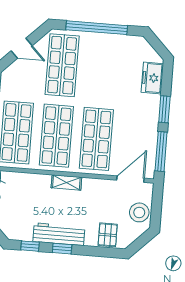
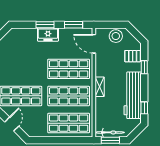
freezer: (152, 78) -> (48, 35), moved
window: (161, 151) -> (74, 25), width x0.69
workbench: (59, 234) -> (133, 95), width x1.36, depth x1.32
window: (62, 249) -> (144, 67), moved

